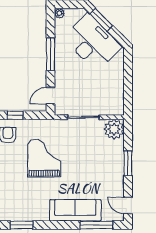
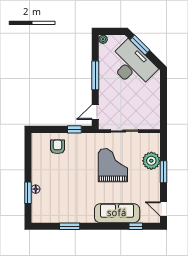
window: (15, 115) -> (74, 129), moved
plant: (114, 129) -> (151, 161), moved
grand piano: (44, 158) -> (113, 165), moved
window: (96, 225) -> (136, 226), width x0.46

